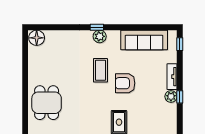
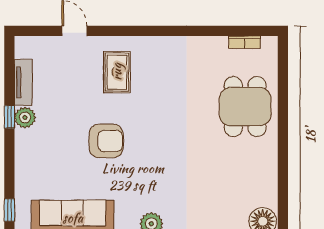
coffee table: (100, 70) -> (150, 164), removed
tv unit: (172, 77) -> (23, 82), moved

